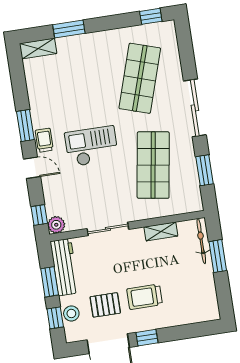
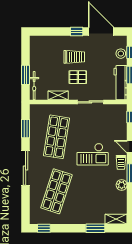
plant: (56, 225) -> (122, 185), moved
pallet: (105, 305) -> (78, 77), moved

